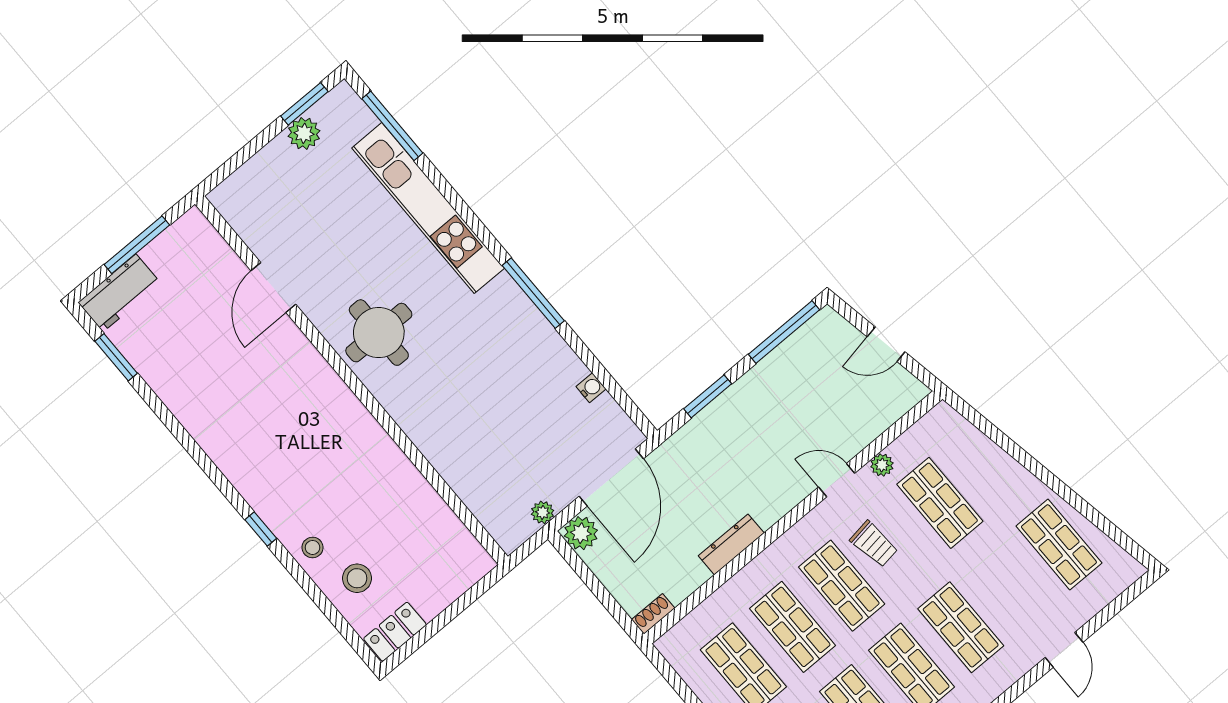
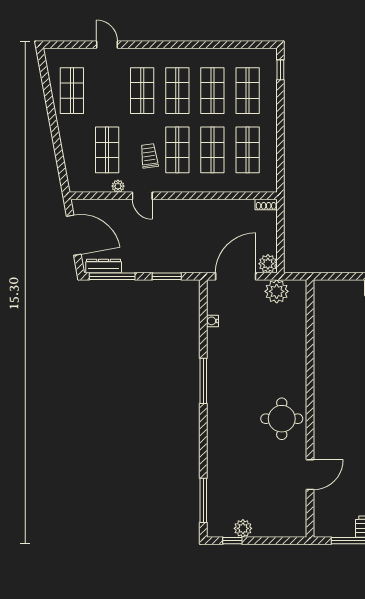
window: (304, 104) -> (232, 541), width x0.67
kitchen unit: (428, 208) -> (217, 453), removed
door: (886, 344) -> (74, 235), width x1.87
plant: (543, 512) -> (277, 291), width x1.87, depth x1.87
dresser: (731, 544) -> (104, 266), moved, turned 180
door: (1064, 650) -> (107, 45), hinge flipped

